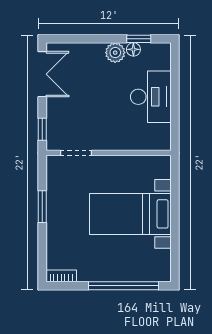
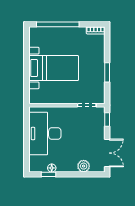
plant: (115, 53) -> (84, 166), moved
double door: (42, 74) -> (107, 153), swing flipped
desk: (151, 97) -> (45, 133), width x1.36, depth x1.30

